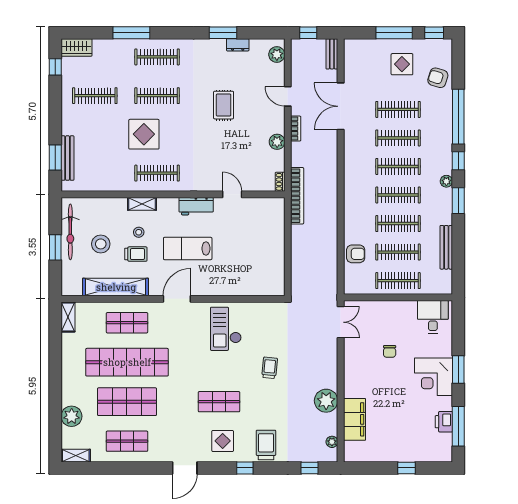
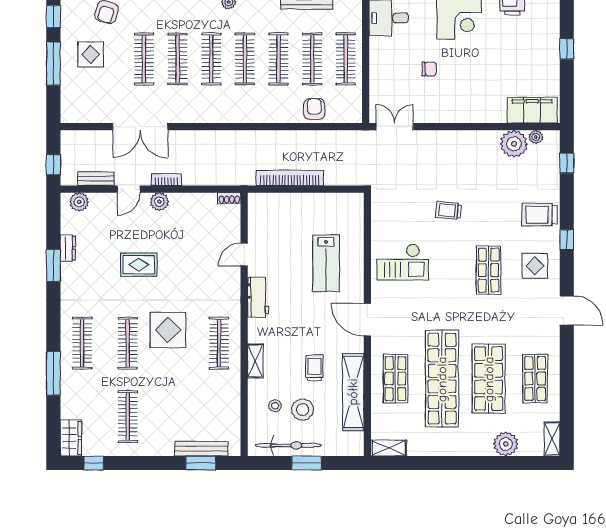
bench: (332, 54) -> (96, 179), moved
display table: (144, 134) -> (168, 330), moved
plant: (277, 142) -> (159, 202), moved
bookcase: (297, 196) -> (290, 178), moved
stool: (139, 232) -> (275, 406), moved
lab bench: (188, 248) -> (326, 263), moved
plant: (326, 401) -> (514, 144), moved
filing cabinet: (355, 419) -> (532, 110), moved

